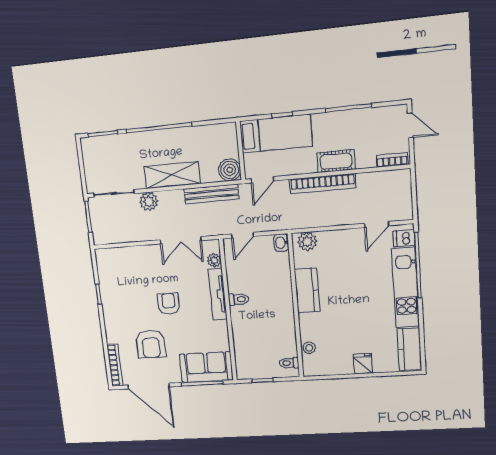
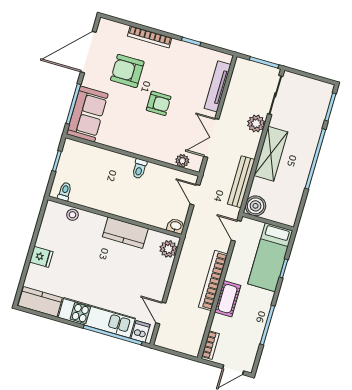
tv unit: (218, 294) -> (218, 86), moved, turned -90
bookcase: (115, 365) -> (150, 37), moved

